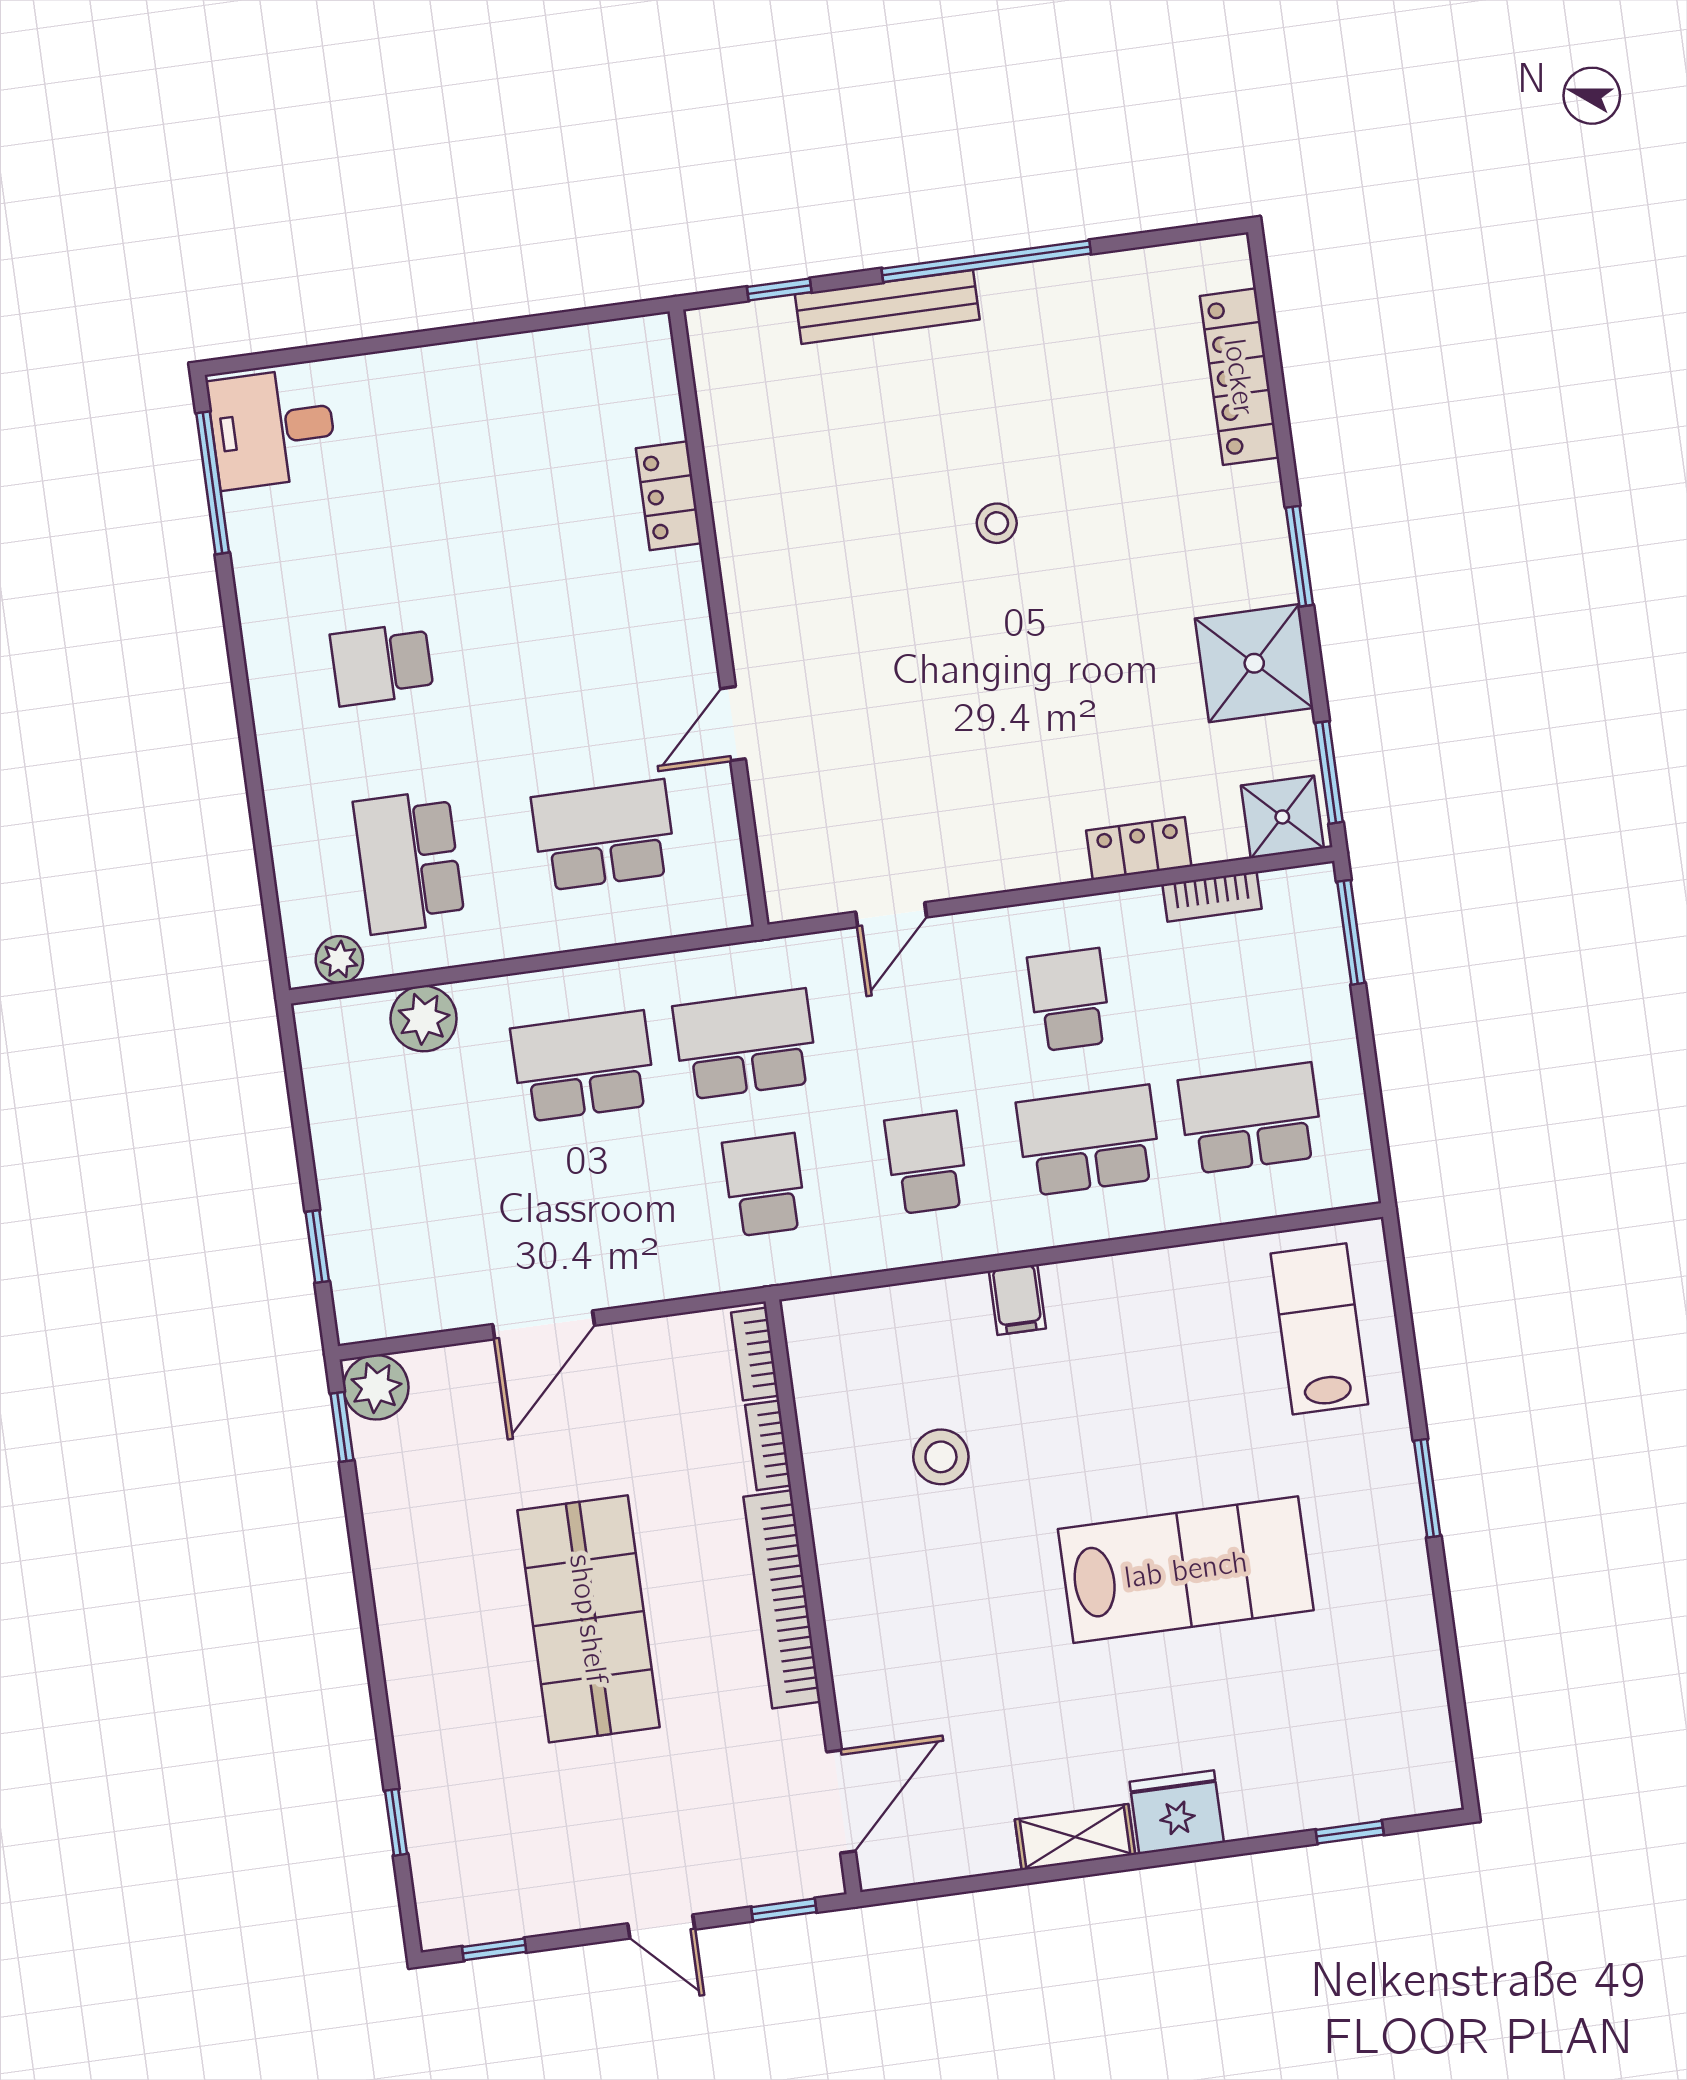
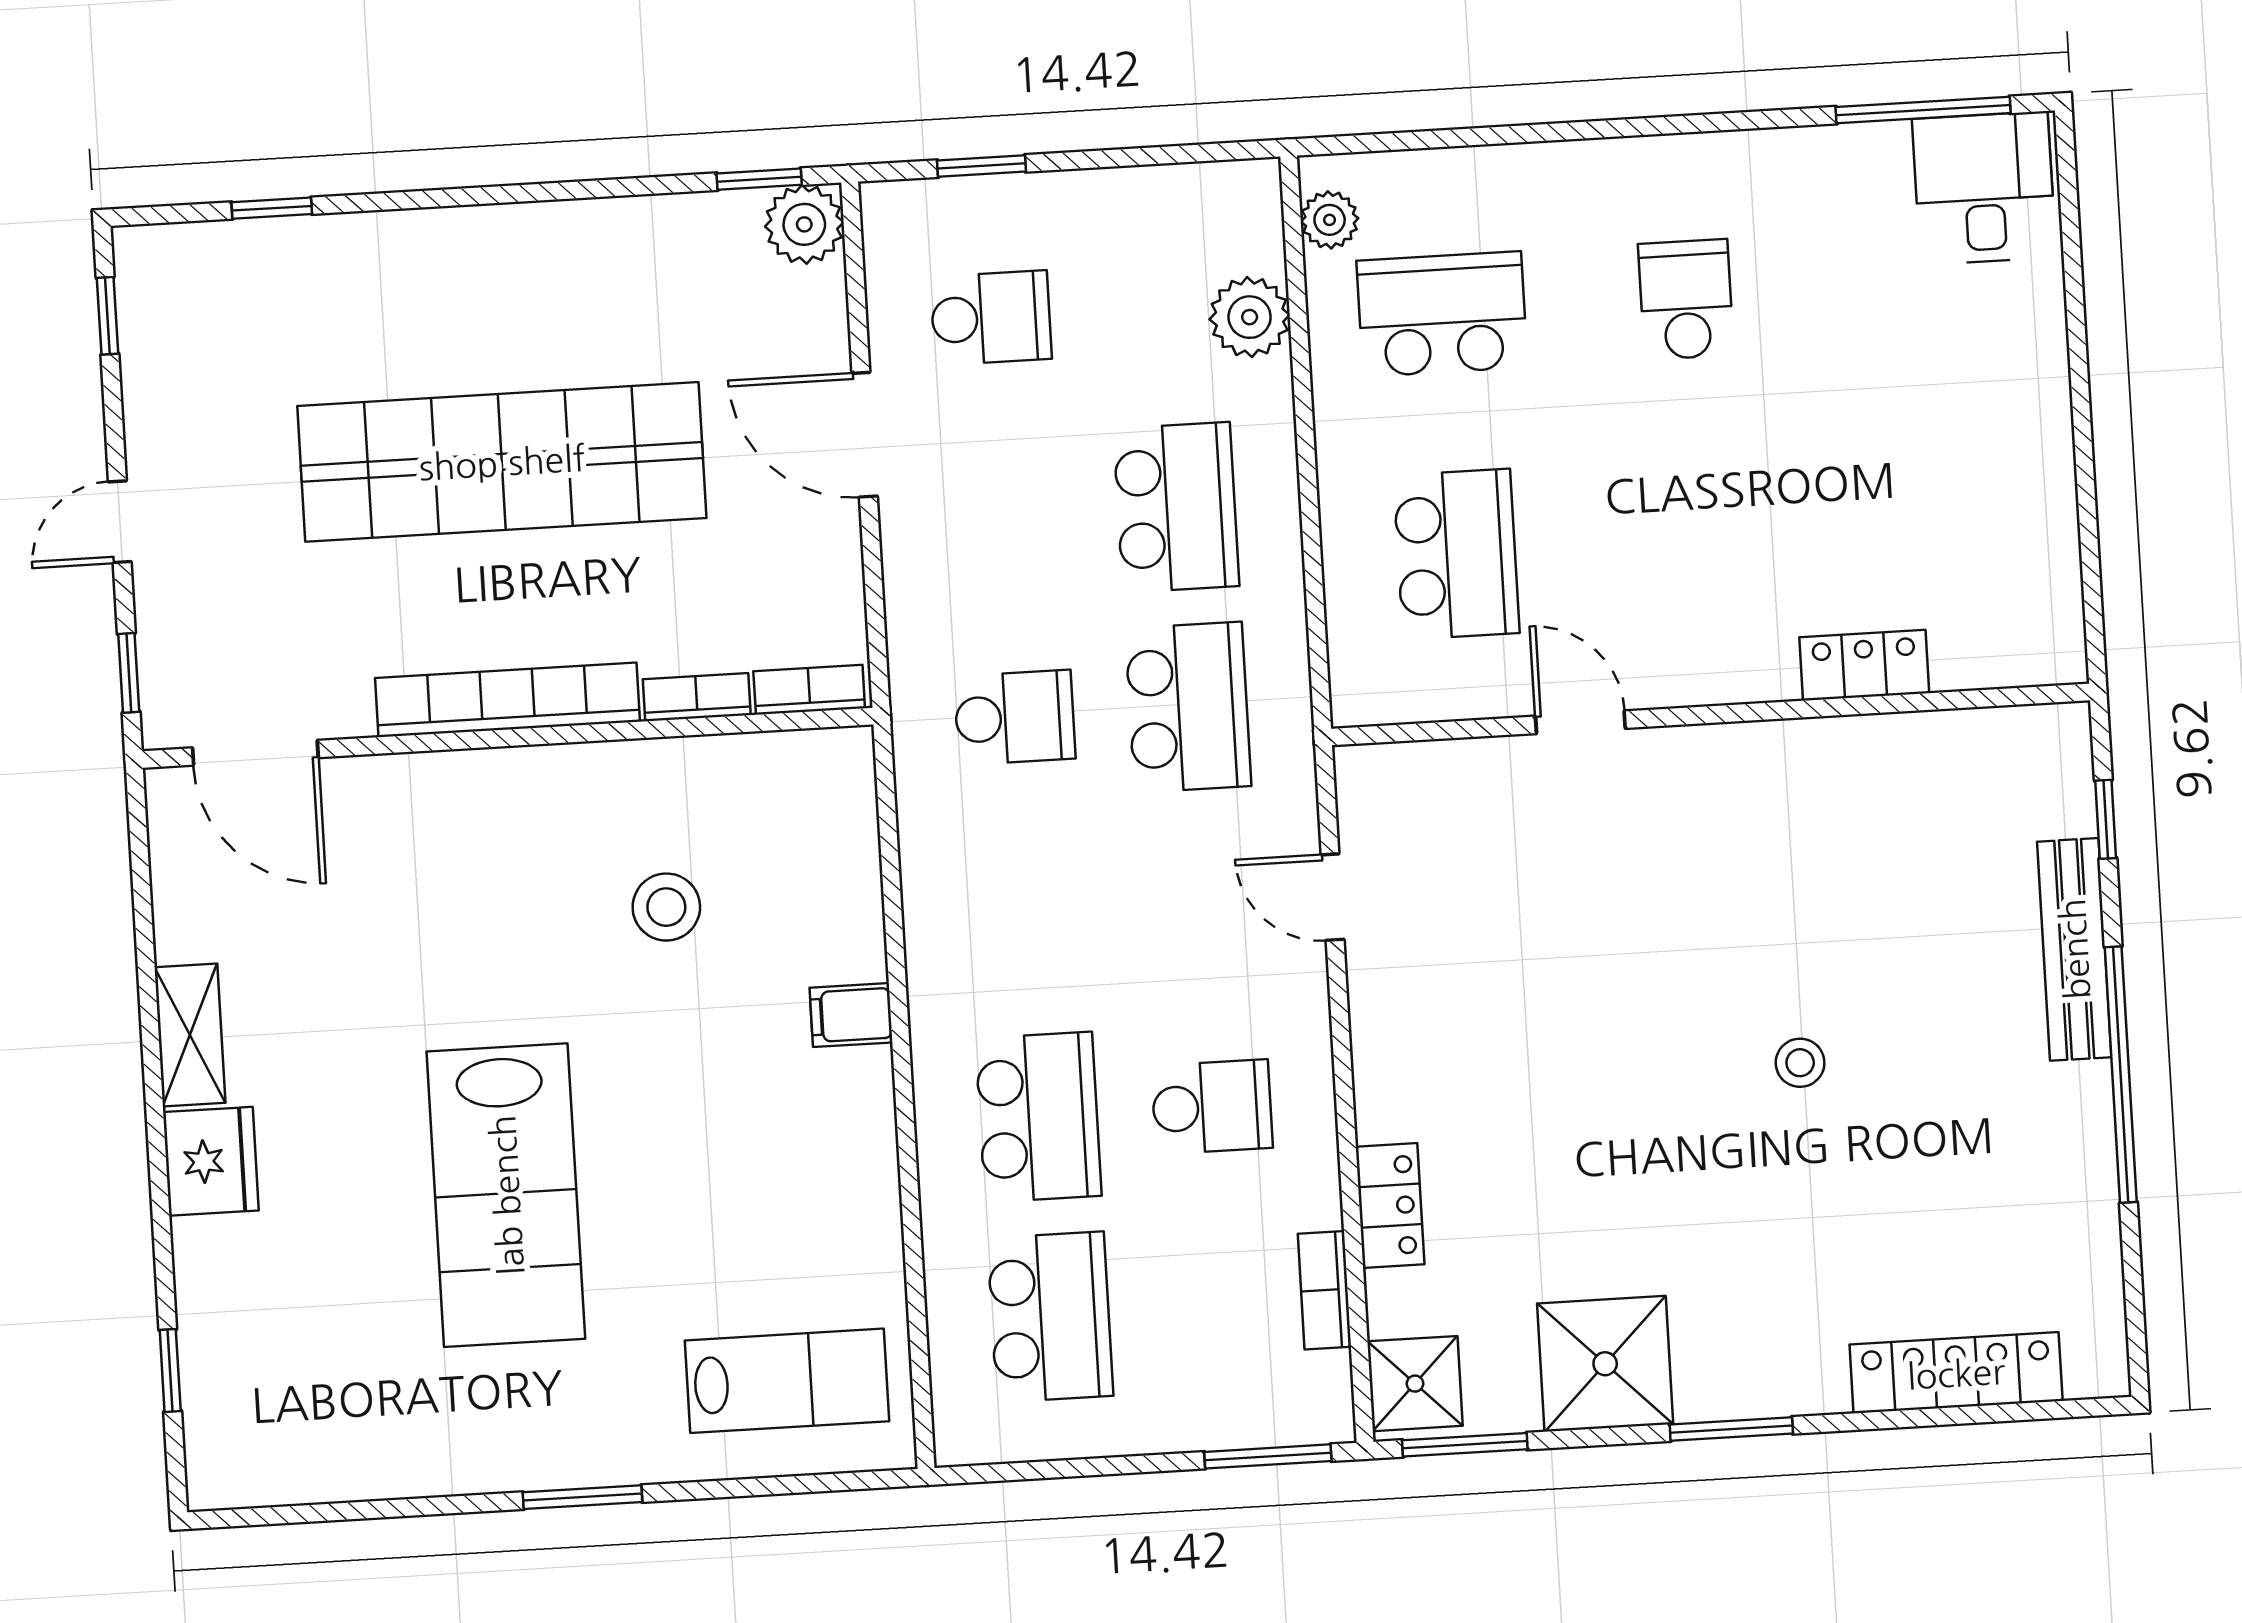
school desk: (927, 1163) -> (991, 318), moved
shop shelf: (588, 1619) -> (502, 462), width x1.40

